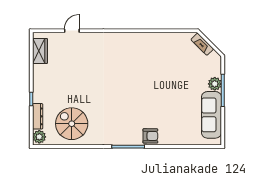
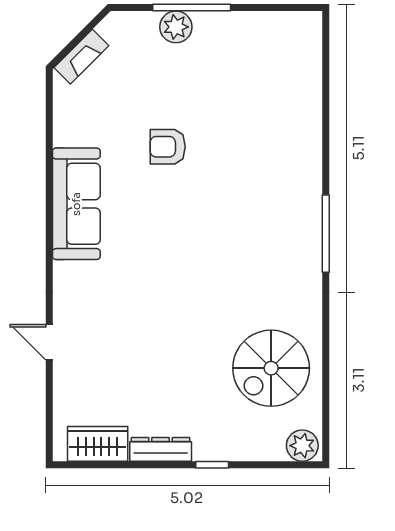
door: (72, 31) -> (49, 342), moved
sofa: (211, 115) -> (76, 204), moved, turned -90
dresser: (38, 116) -> (161, 449), moved
armchair: (150, 136) -> (168, 147), moved, turned -90

